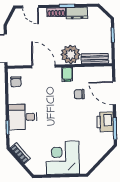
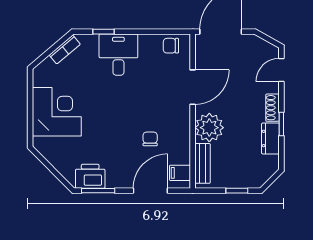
filing cabinet: (67, 74) -> (180, 173), moved
printer: (105, 122) -> (90, 176), moved

